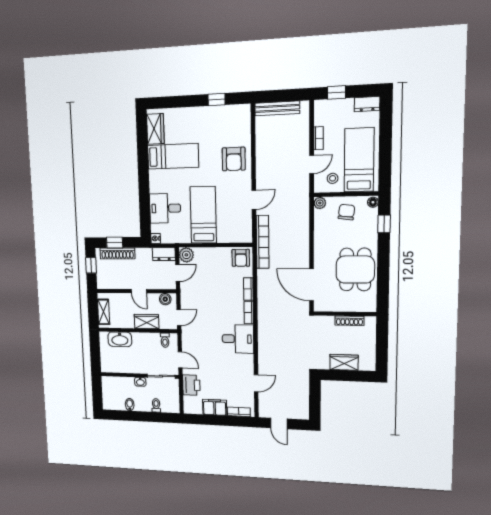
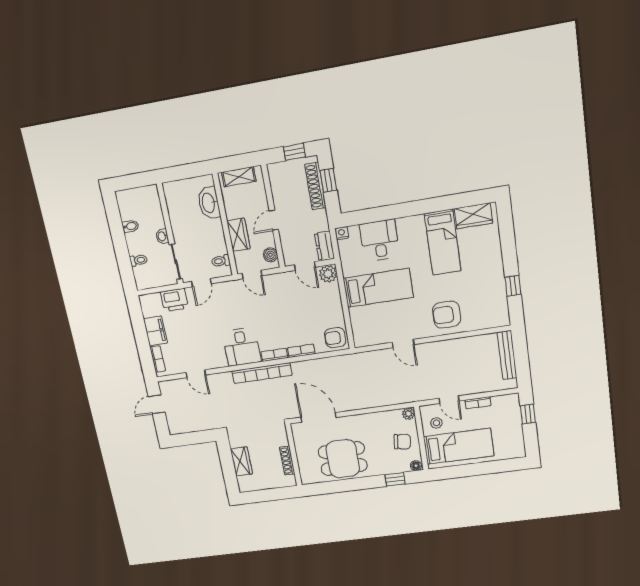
dresser: (367, 104) -> (518, 446), removed
bookcase: (263, 242) -> (262, 373), moved
door: (311, 285) -> (318, 417), hinge flipped

